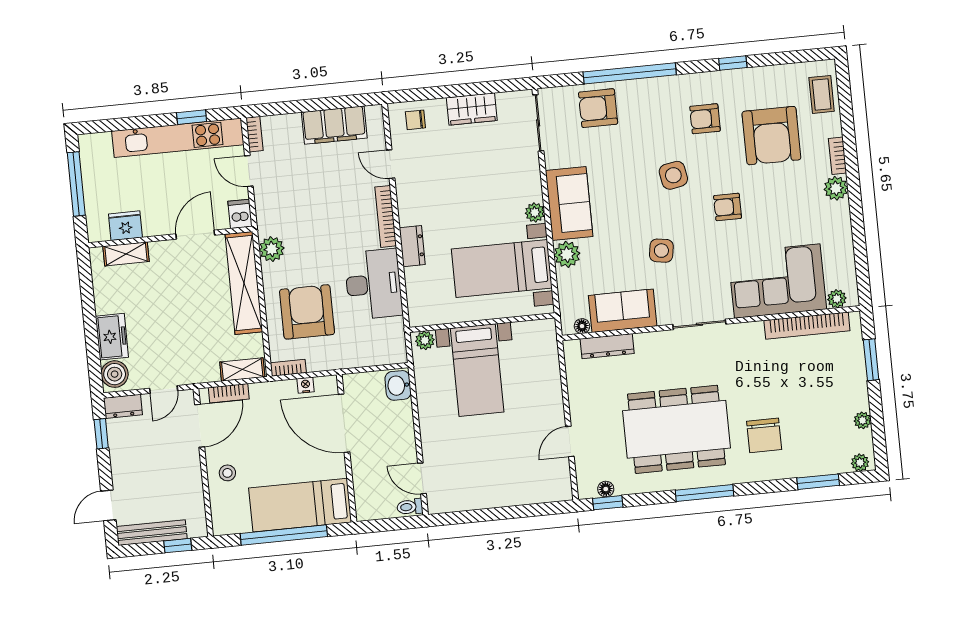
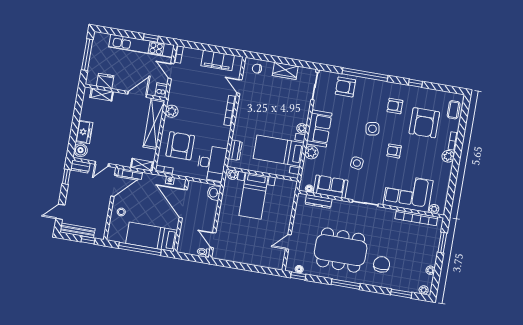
dresser: (412, 246) -> (235, 150), moved
desk: (373, 284) -> (212, 163), moved
chair: (764, 435) -> (382, 264), turned 180

